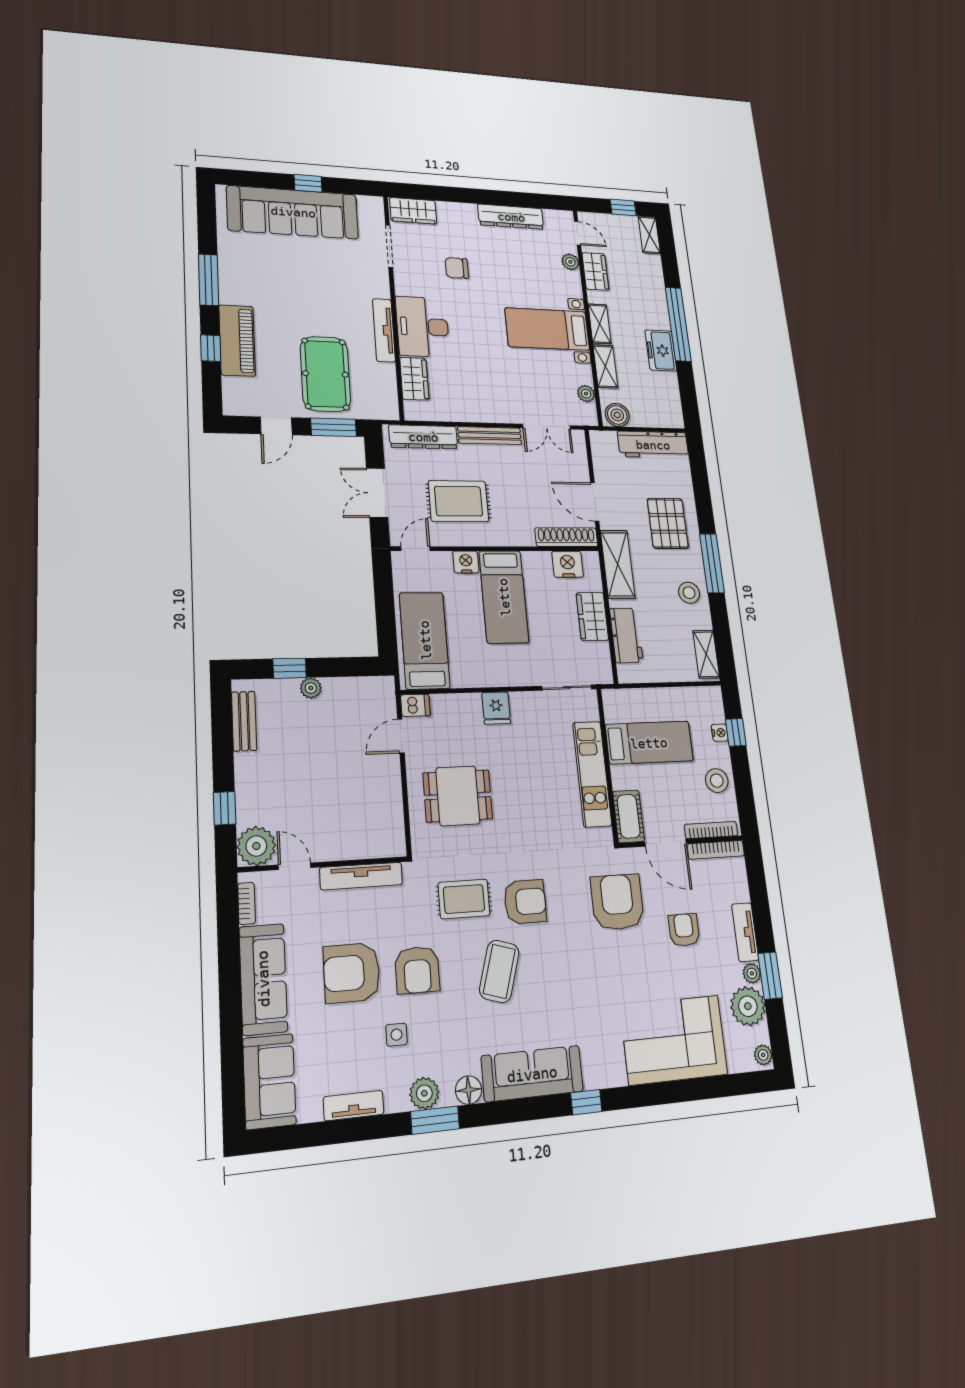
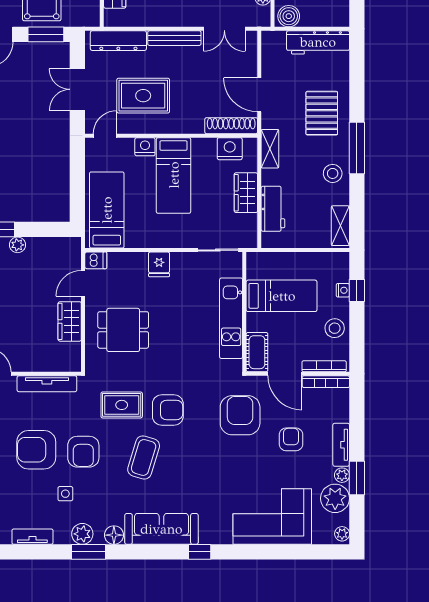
shelving: (618, 564) -> (270, 149), width x0.67, depth x0.75
wardrobe: (387, 788) -> (70, 321), added

